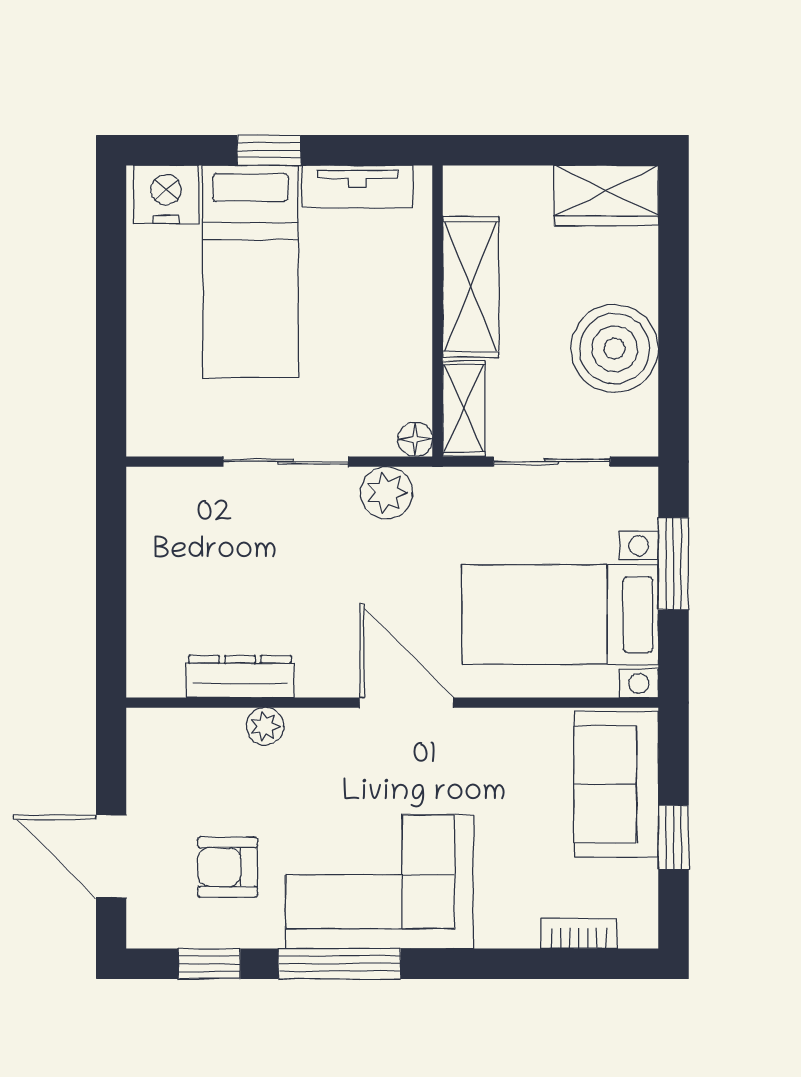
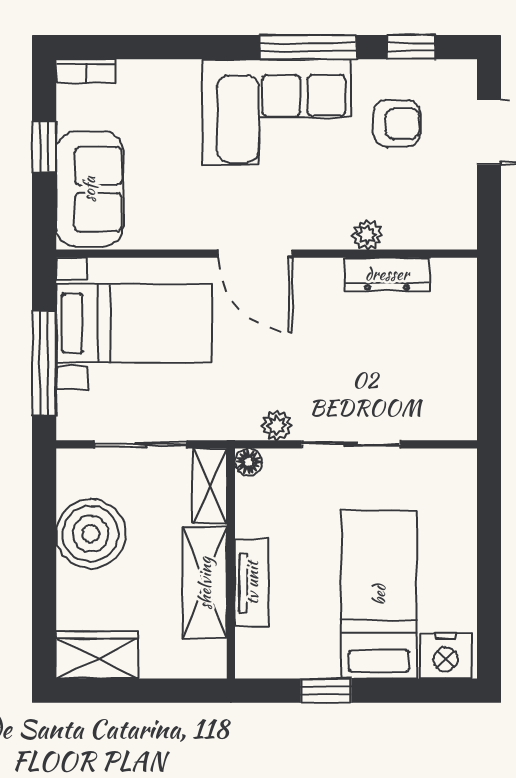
window: (269, 150) -> (326, 691), moved
tv unit: (358, 186) -> (252, 583), moved, turned 90
plant: (386, 493) -> (277, 425), width x0.73, depth x0.73
window: (674, 564) -> (44, 363), width x1.44
bookcase: (579, 934) -> (86, 71), moved

